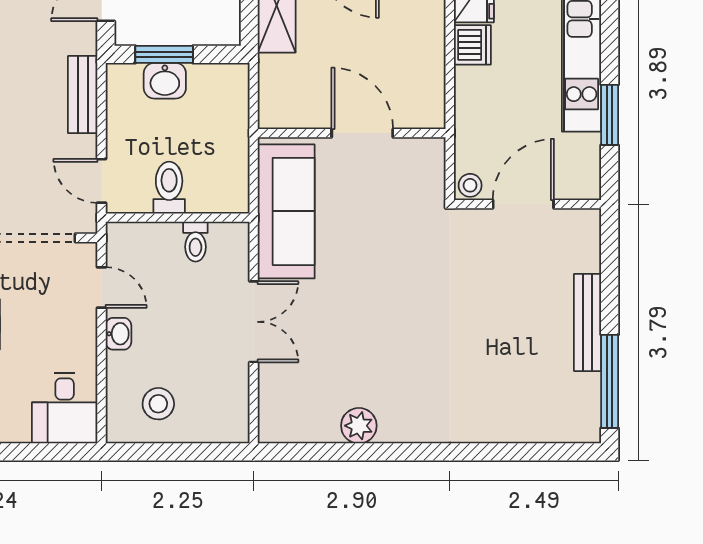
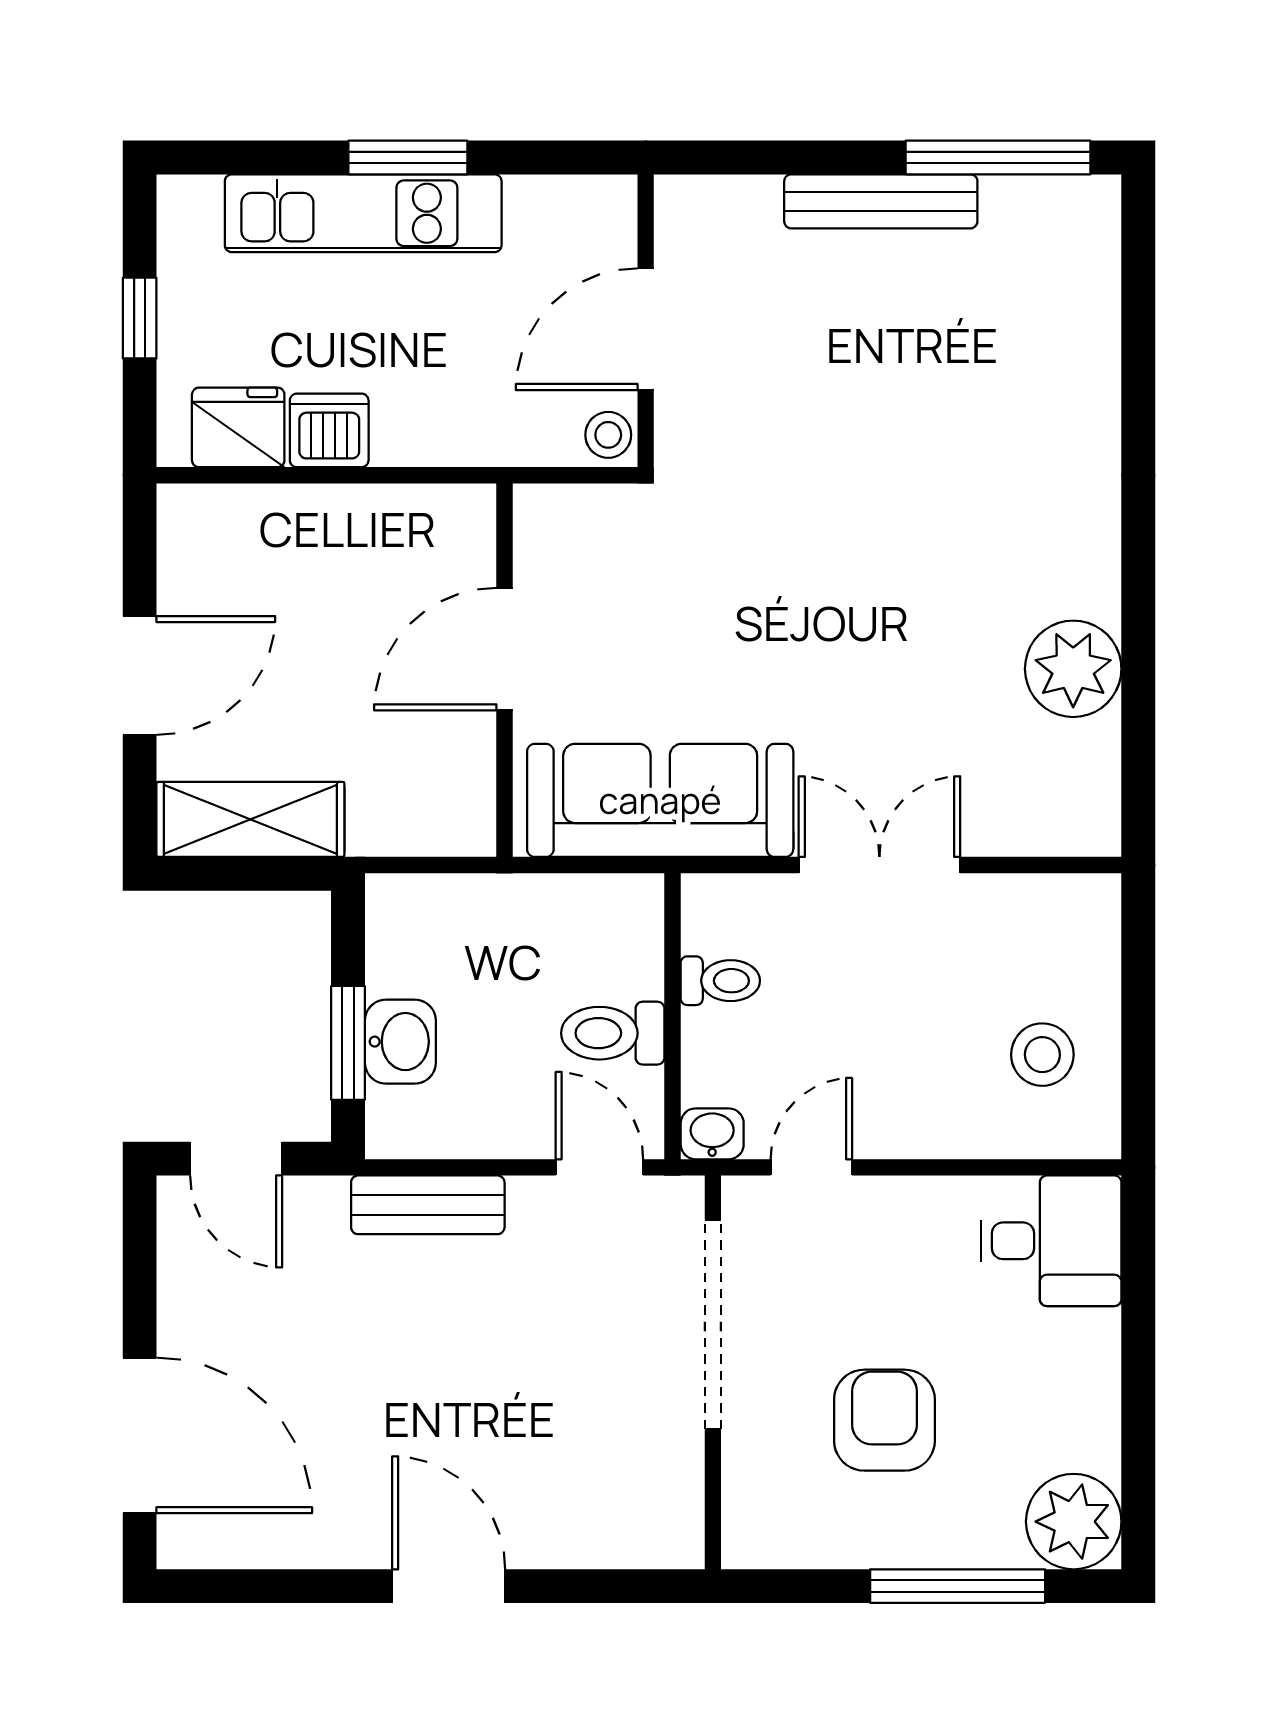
window: (610, 115) -> (408, 157), moved
door: (102, 181) -> (599, 1167), swing flipped
door: (523, 204) -> (646, 329), hinge flipped
washbasin: (118, 334) -> (712, 1134), moved
plant: (359, 426) -> (1073, 669), width x1.36, depth x1.36

